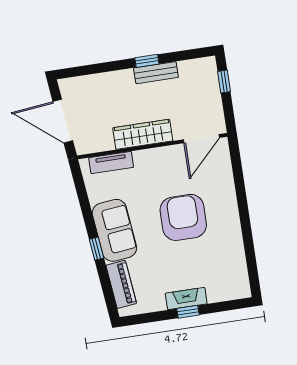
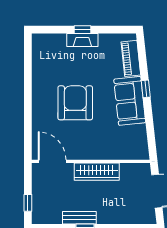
door: (201, 139) -> (52, 161), hinge flipped
tv unit: (111, 163) -> (124, 154), removed
armchair: (183, 217) -> (75, 103), turned 180

